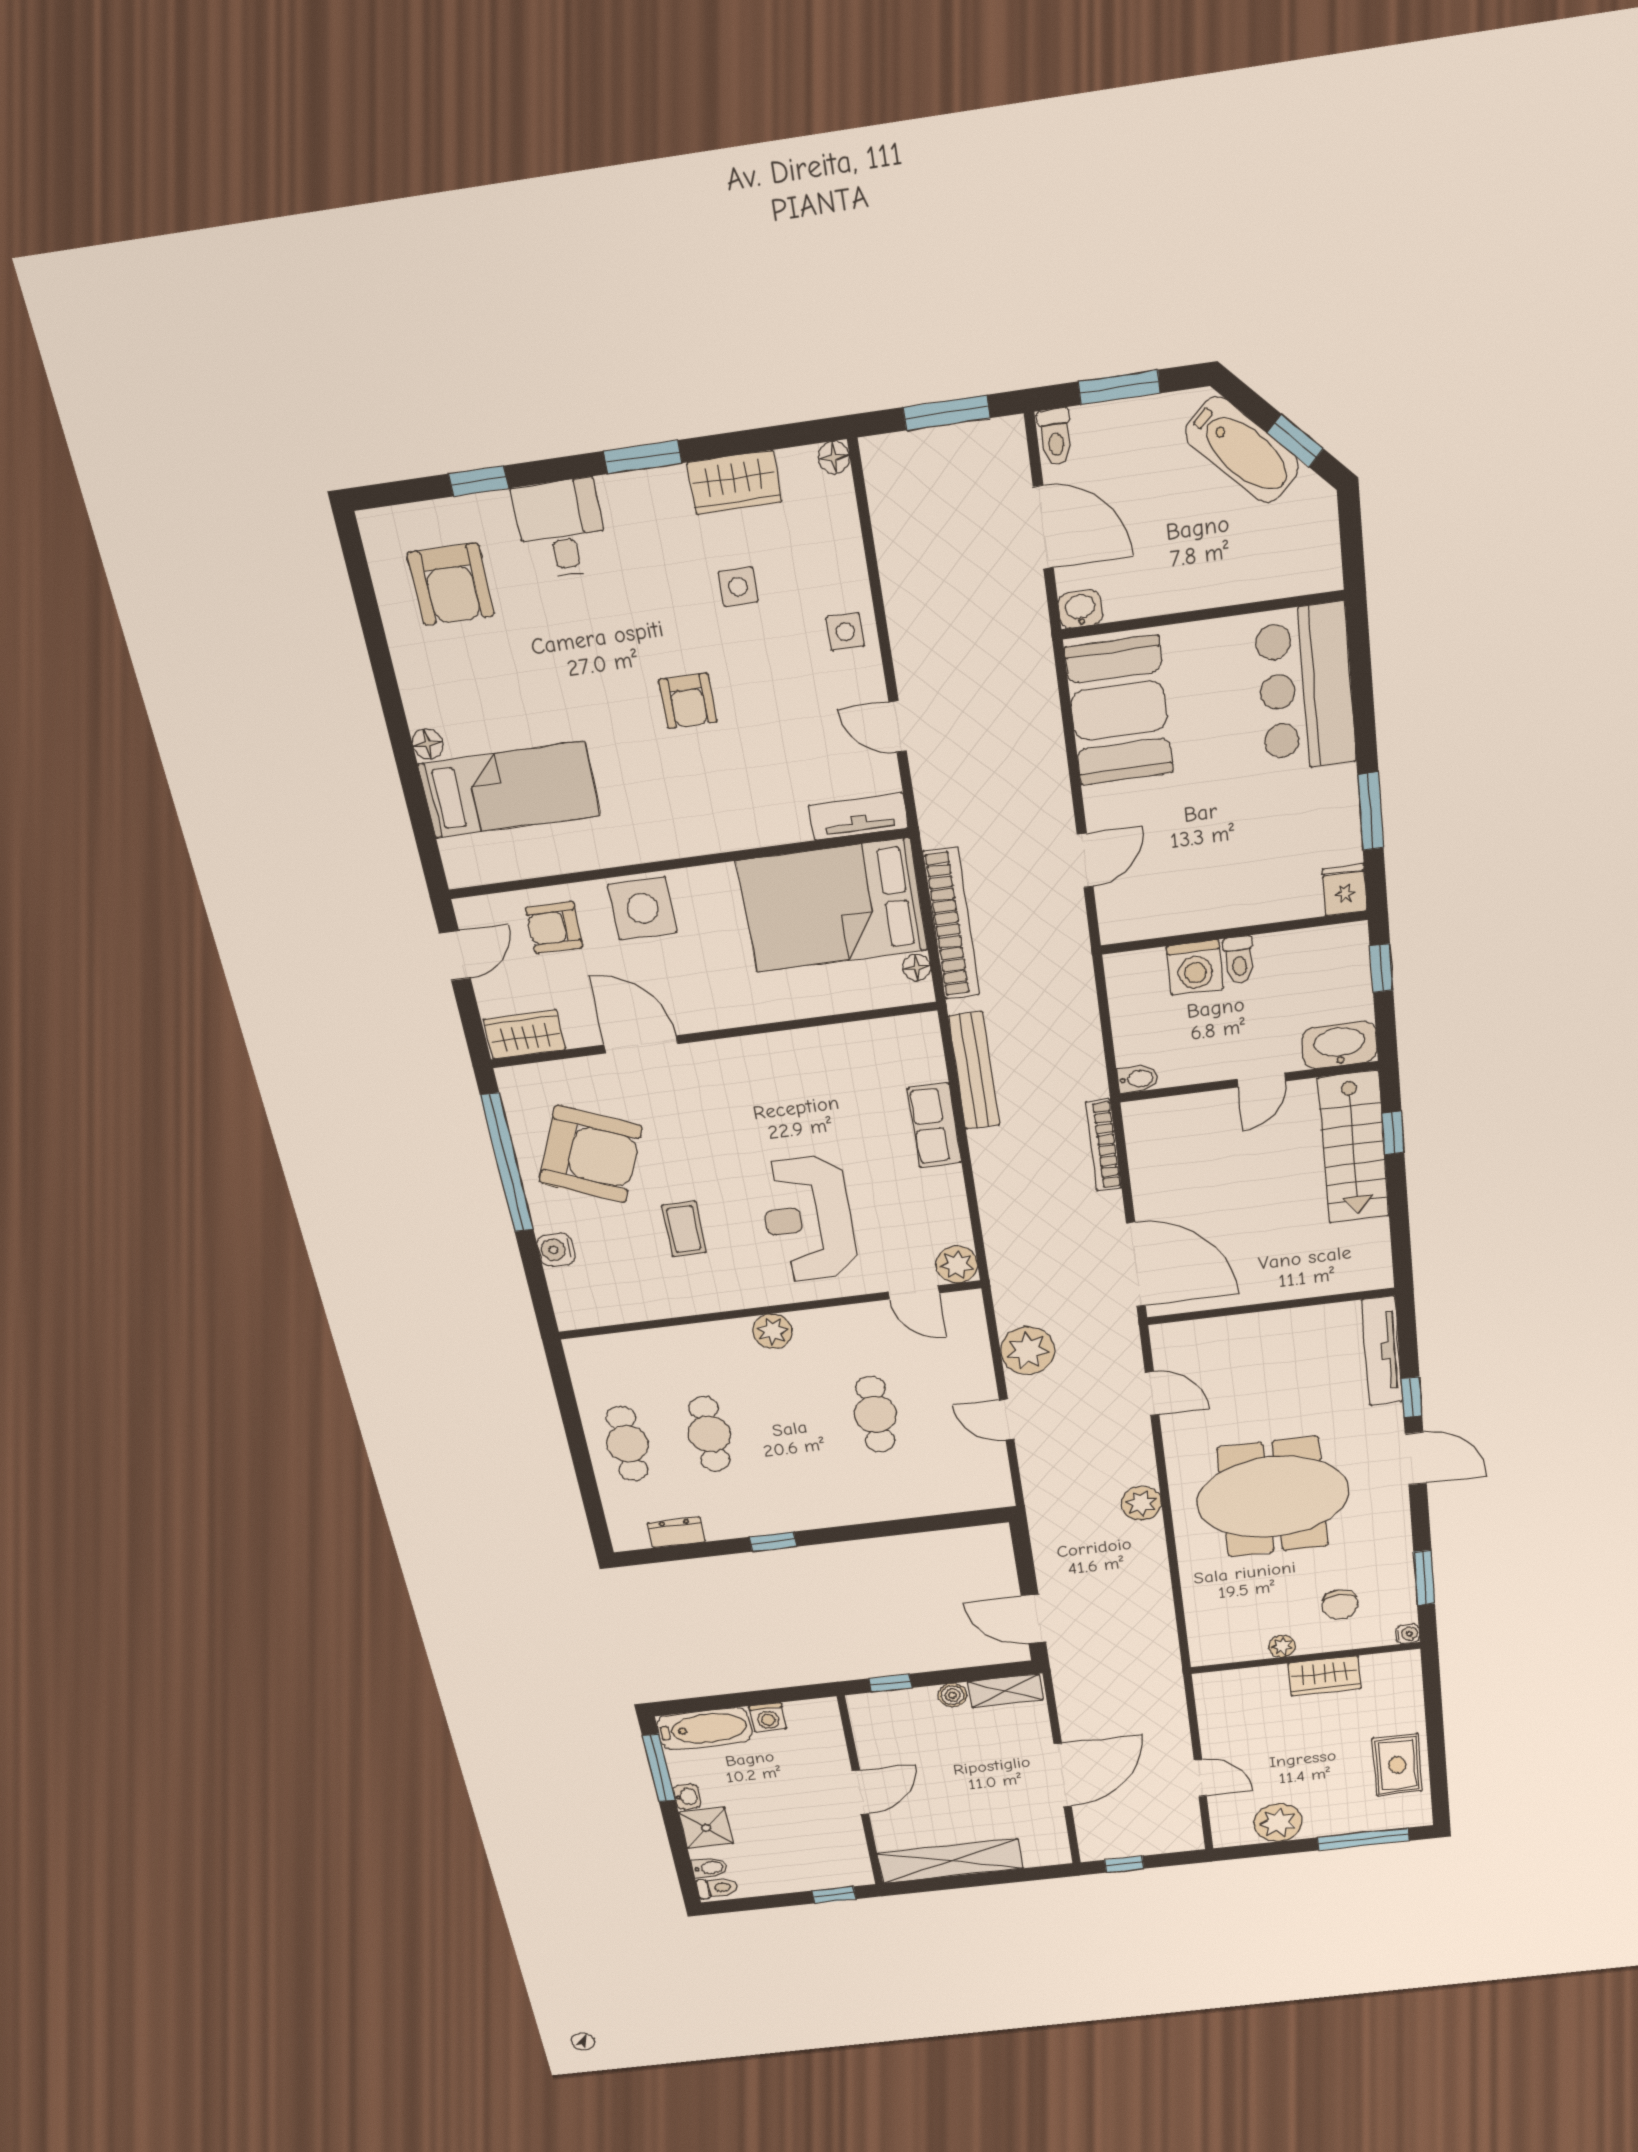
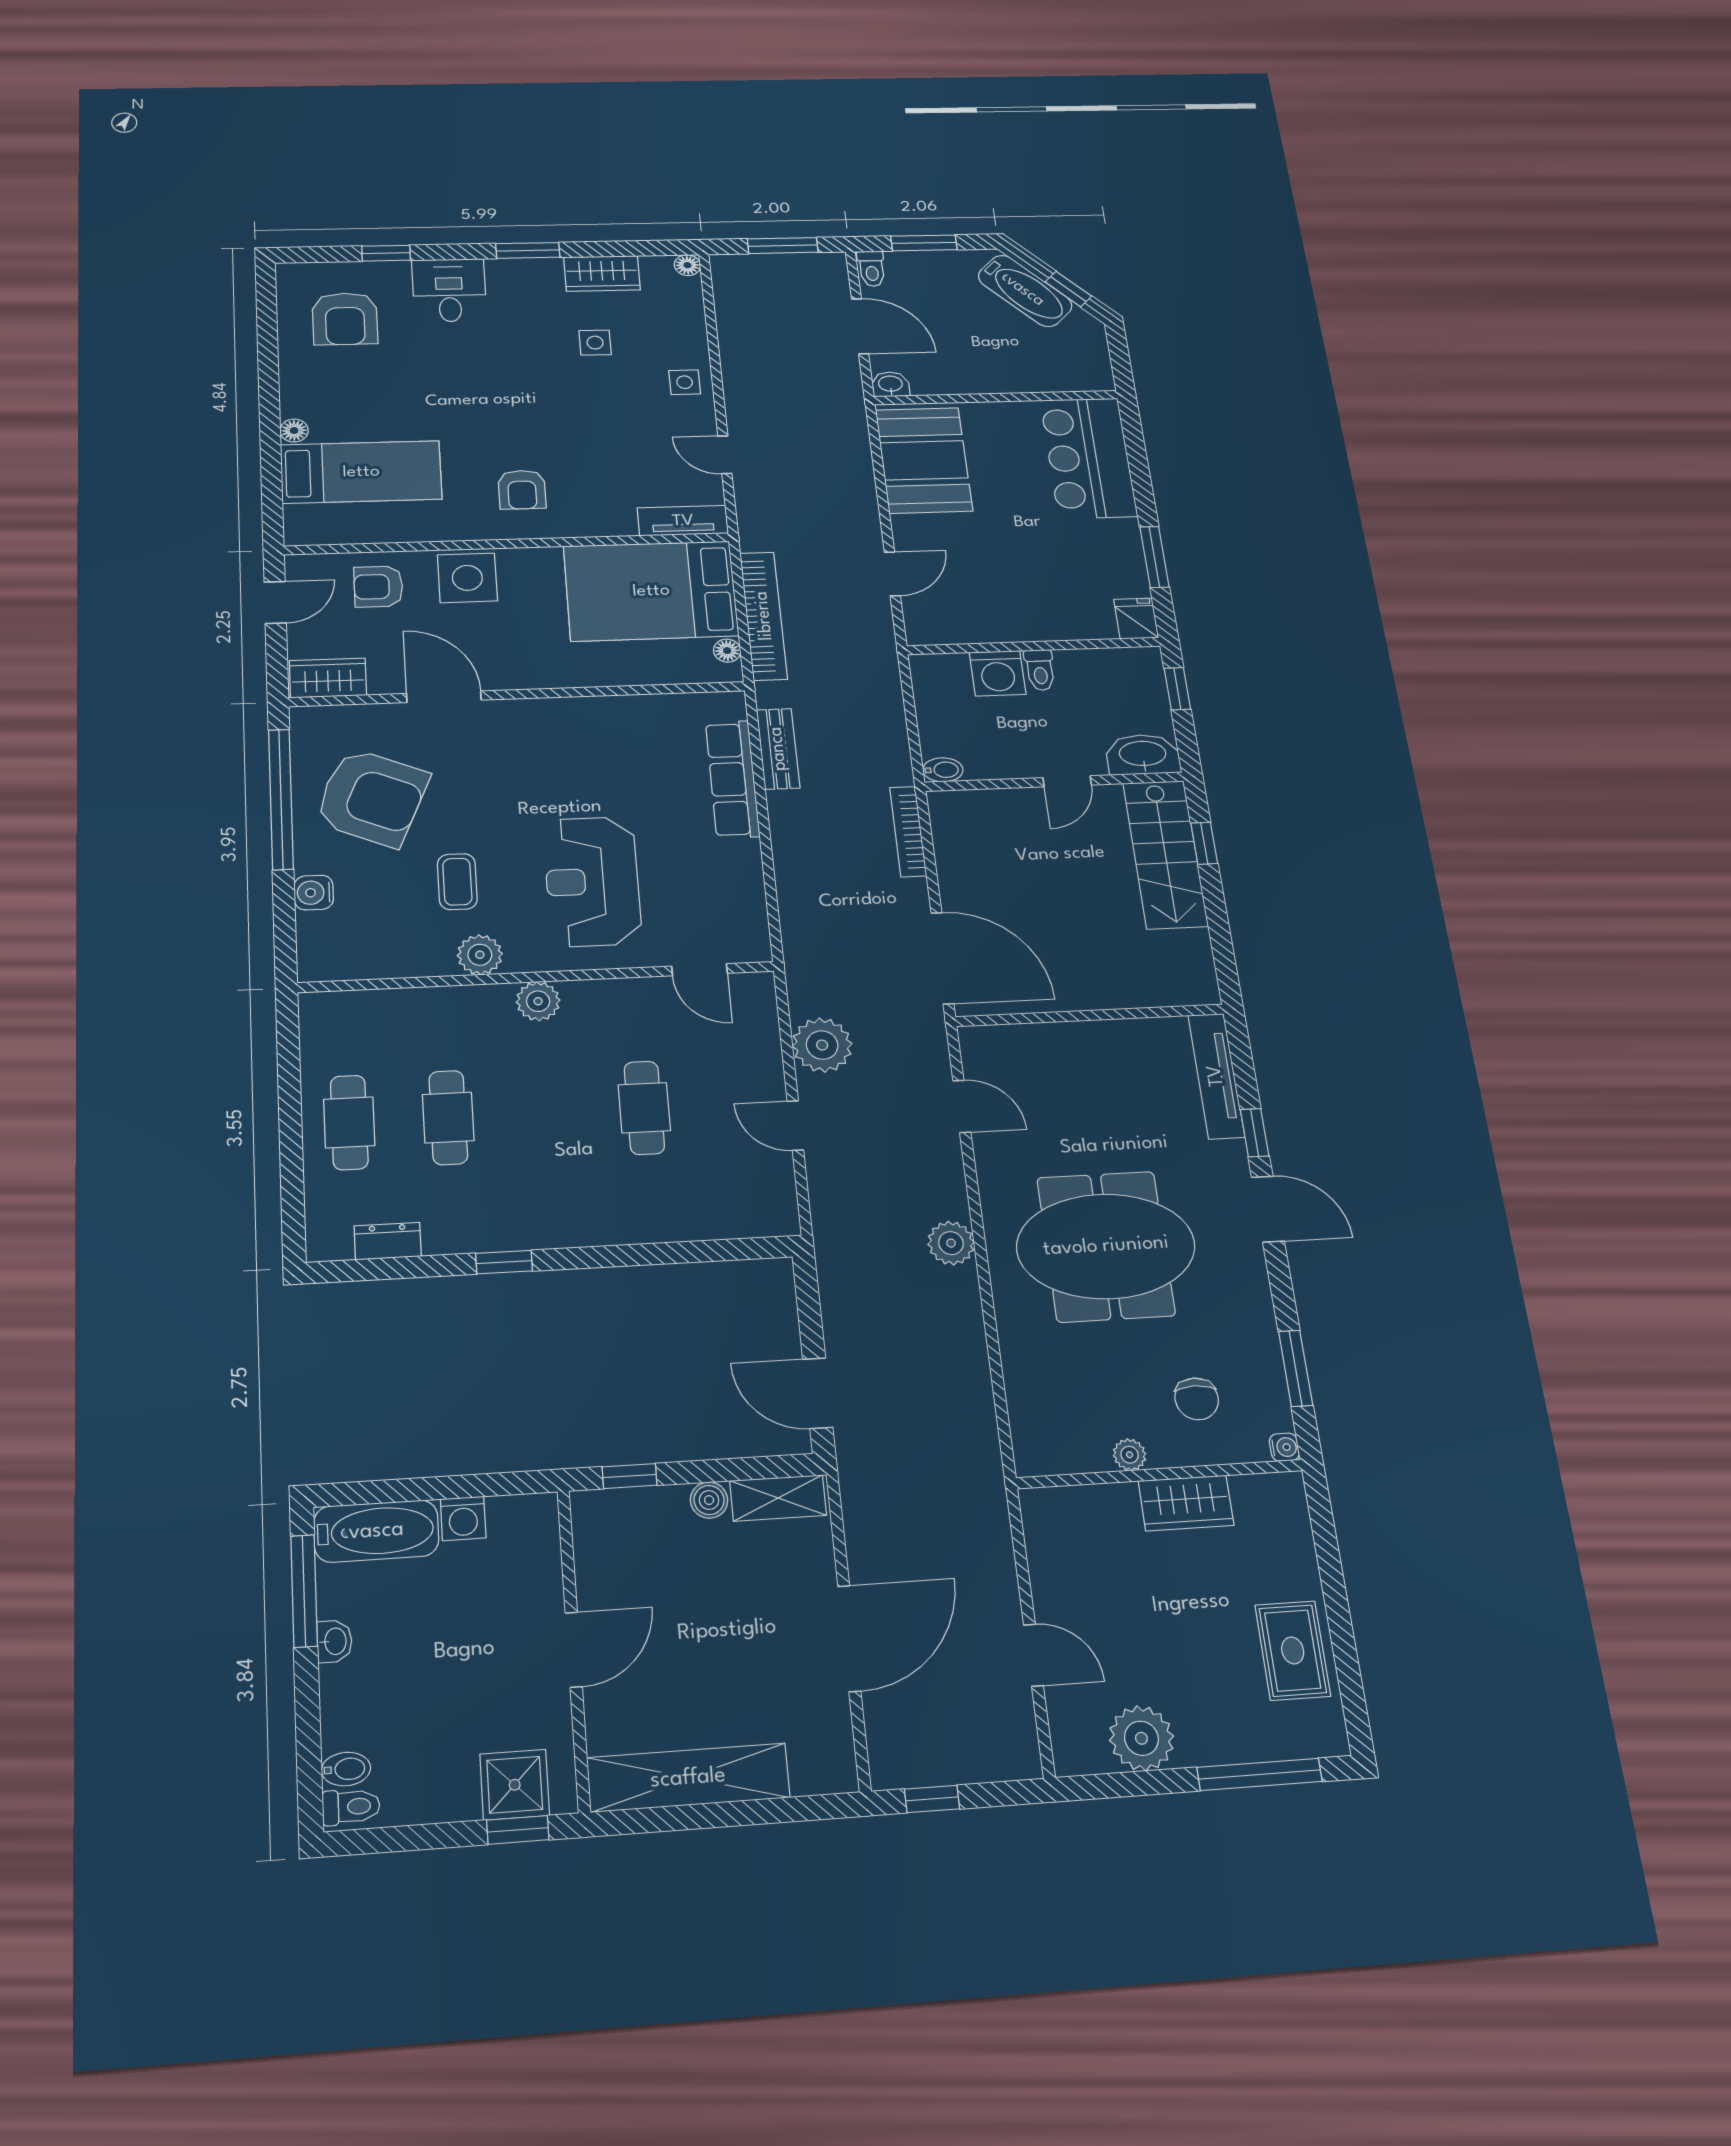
armchair: (688, 701) -> (522, 490), moved
bench: (974, 1071) -> (778, 749), width x0.73
row of seats: (934, 1125) -> (732, 779), width x1.48
plant: (957, 1265) -> (480, 955), moved
shower: (706, 1828) -> (515, 1785), moved

